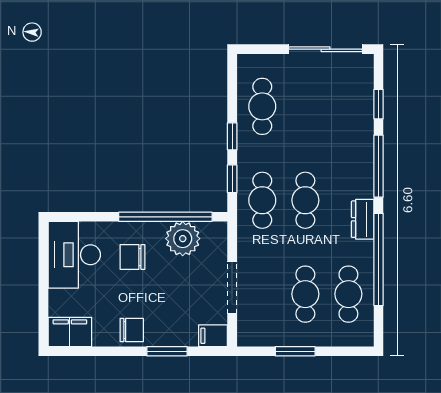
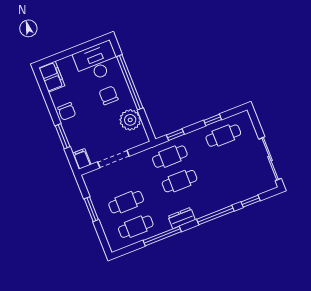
window: (232, 136) -> (213, 120), moved
window: (165, 217) -> (130, 82), moved
window: (378, 259) -> (162, 236), width x0.68

